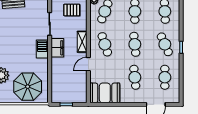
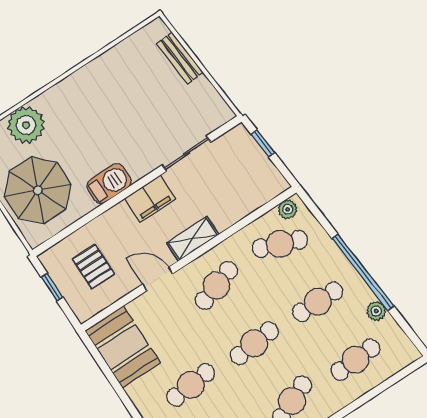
pallet: (72, 10) -> (93, 267), moved
barbecue: (42, 49) -> (109, 184), moved

